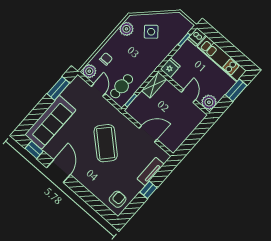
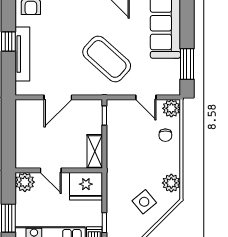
fridge: (170, 68) -> (86, 186), width x1.88, depth x1.34
cafe table: (122, 86) -> (126, 122), removed
coffee table: (106, 143) -> (107, 59), moved
tv unit: (150, 171) -> (22, 54), width x1.41

